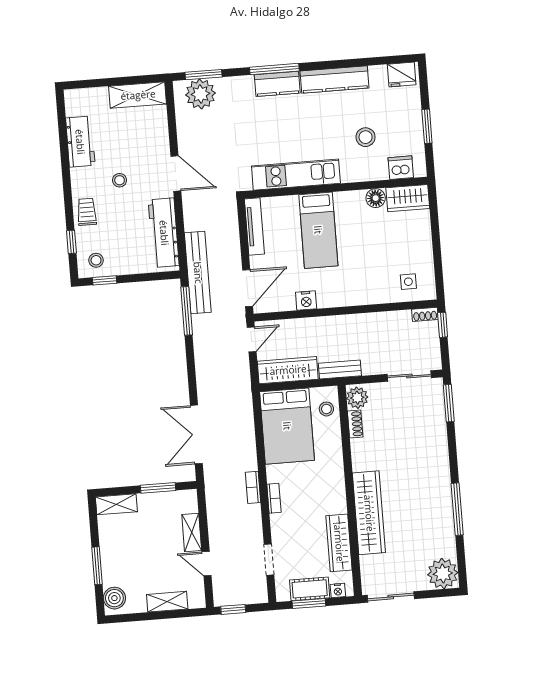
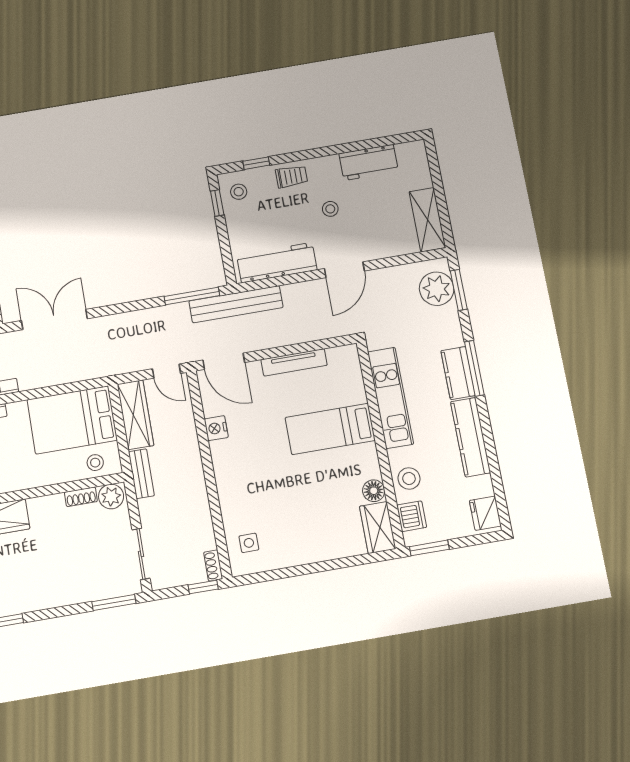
dishwasher: (401, 168) -> (412, 516), moved
kitchen unit: (296, 175) -> (390, 398), moved
wall: (336, 188) -> (381, 444), moved
floor lamp: (376, 198) -> (374, 491), moved
wardrobe: (408, 198) -> (378, 528), moved
bed: (318, 230) -> (330, 429), moved

